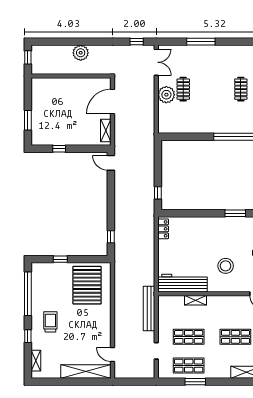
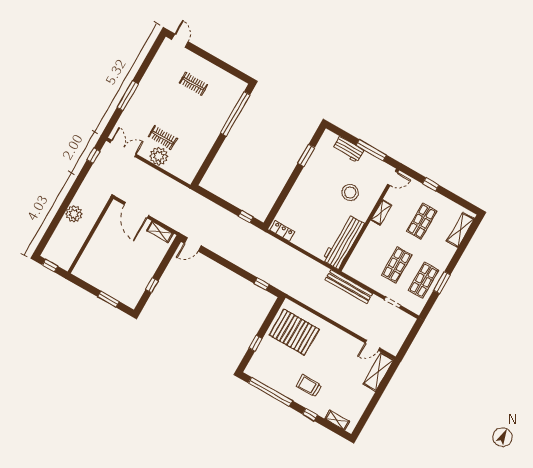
shelving: (196, 300) -> (381, 212), moved
shelving: (86, 372) -> (378, 372), width x0.68

